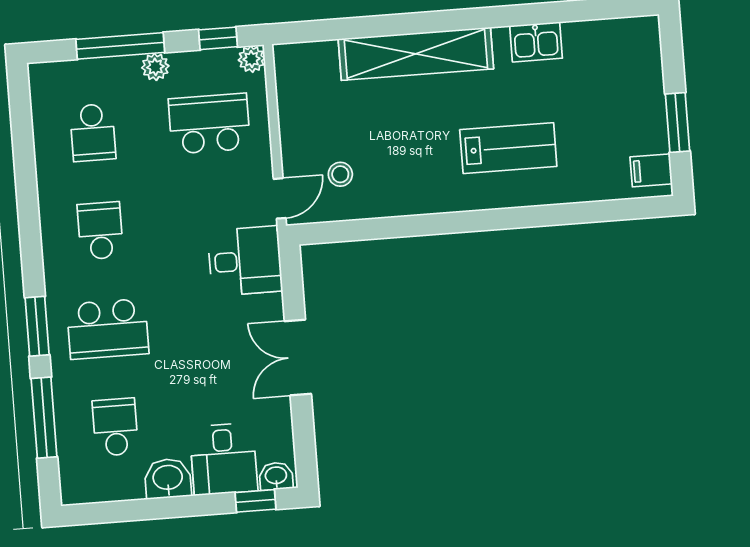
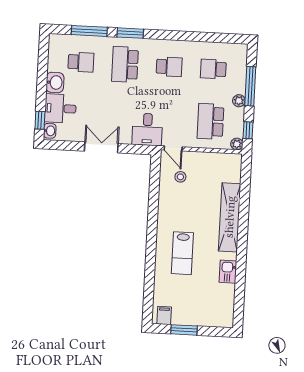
school desk: (209, 124) -> (211, 121), turned 180

